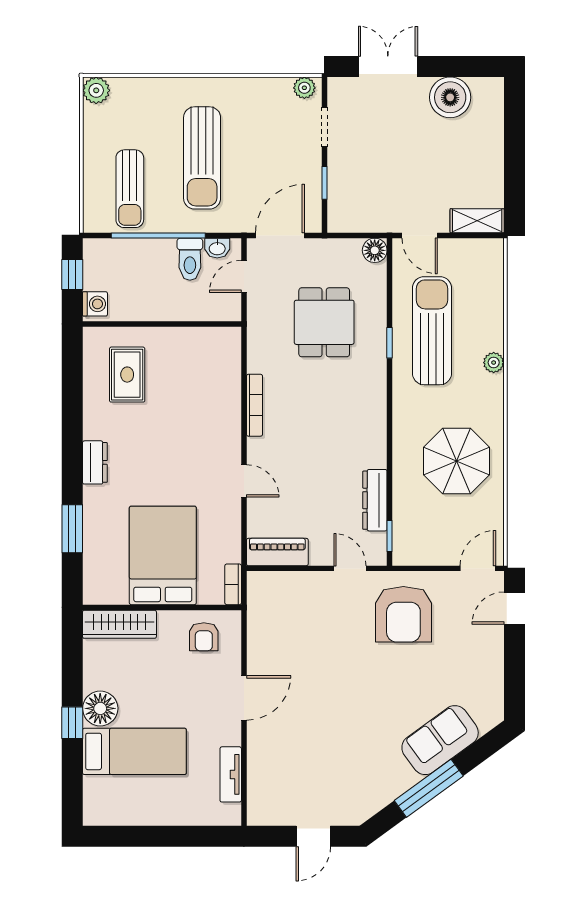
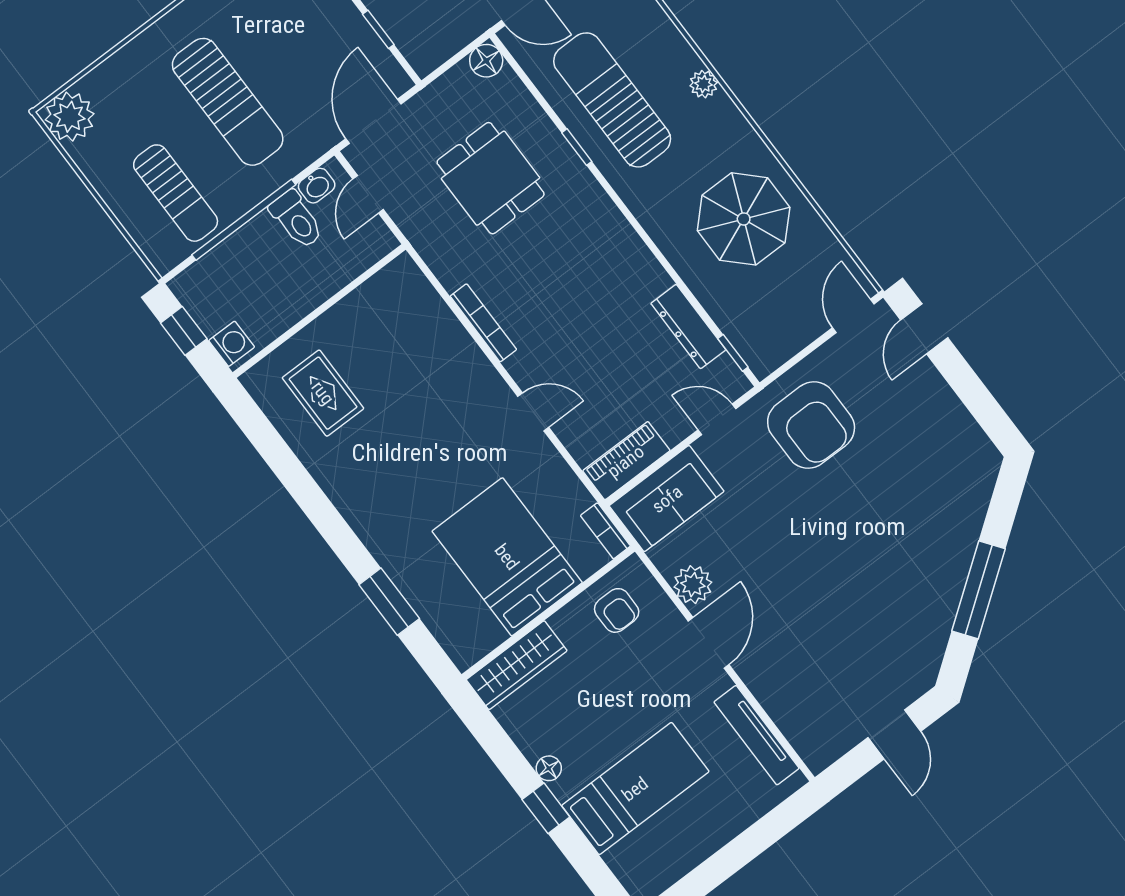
plant: (96, 90) -> (70, 117), width x1.36, depth x1.36
dresser: (95, 462) -> (360, 513), removed
plant: (261, 656) -> (693, 585), added
floor lamp: (100, 708) -> (549, 768), width x0.53, depth x0.53
sofa: (440, 740) -> (667, 499), moved, turned -144
tv unit: (231, 774) -> (757, 735), width x1.41

